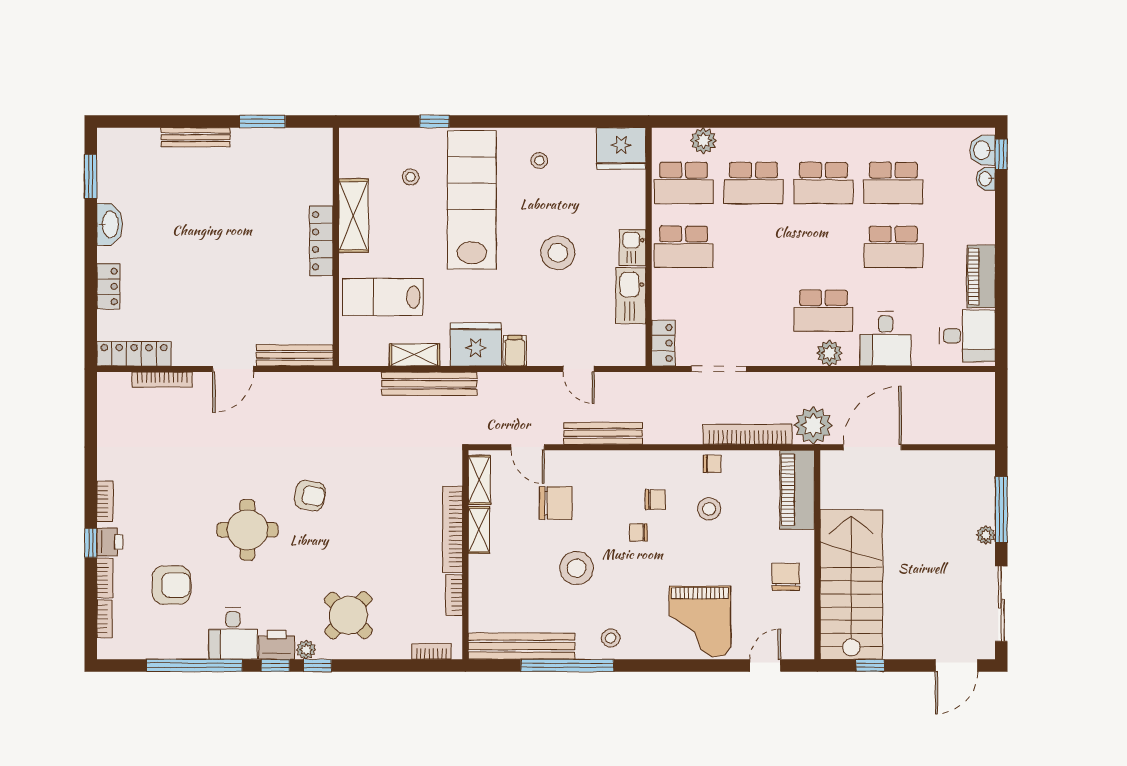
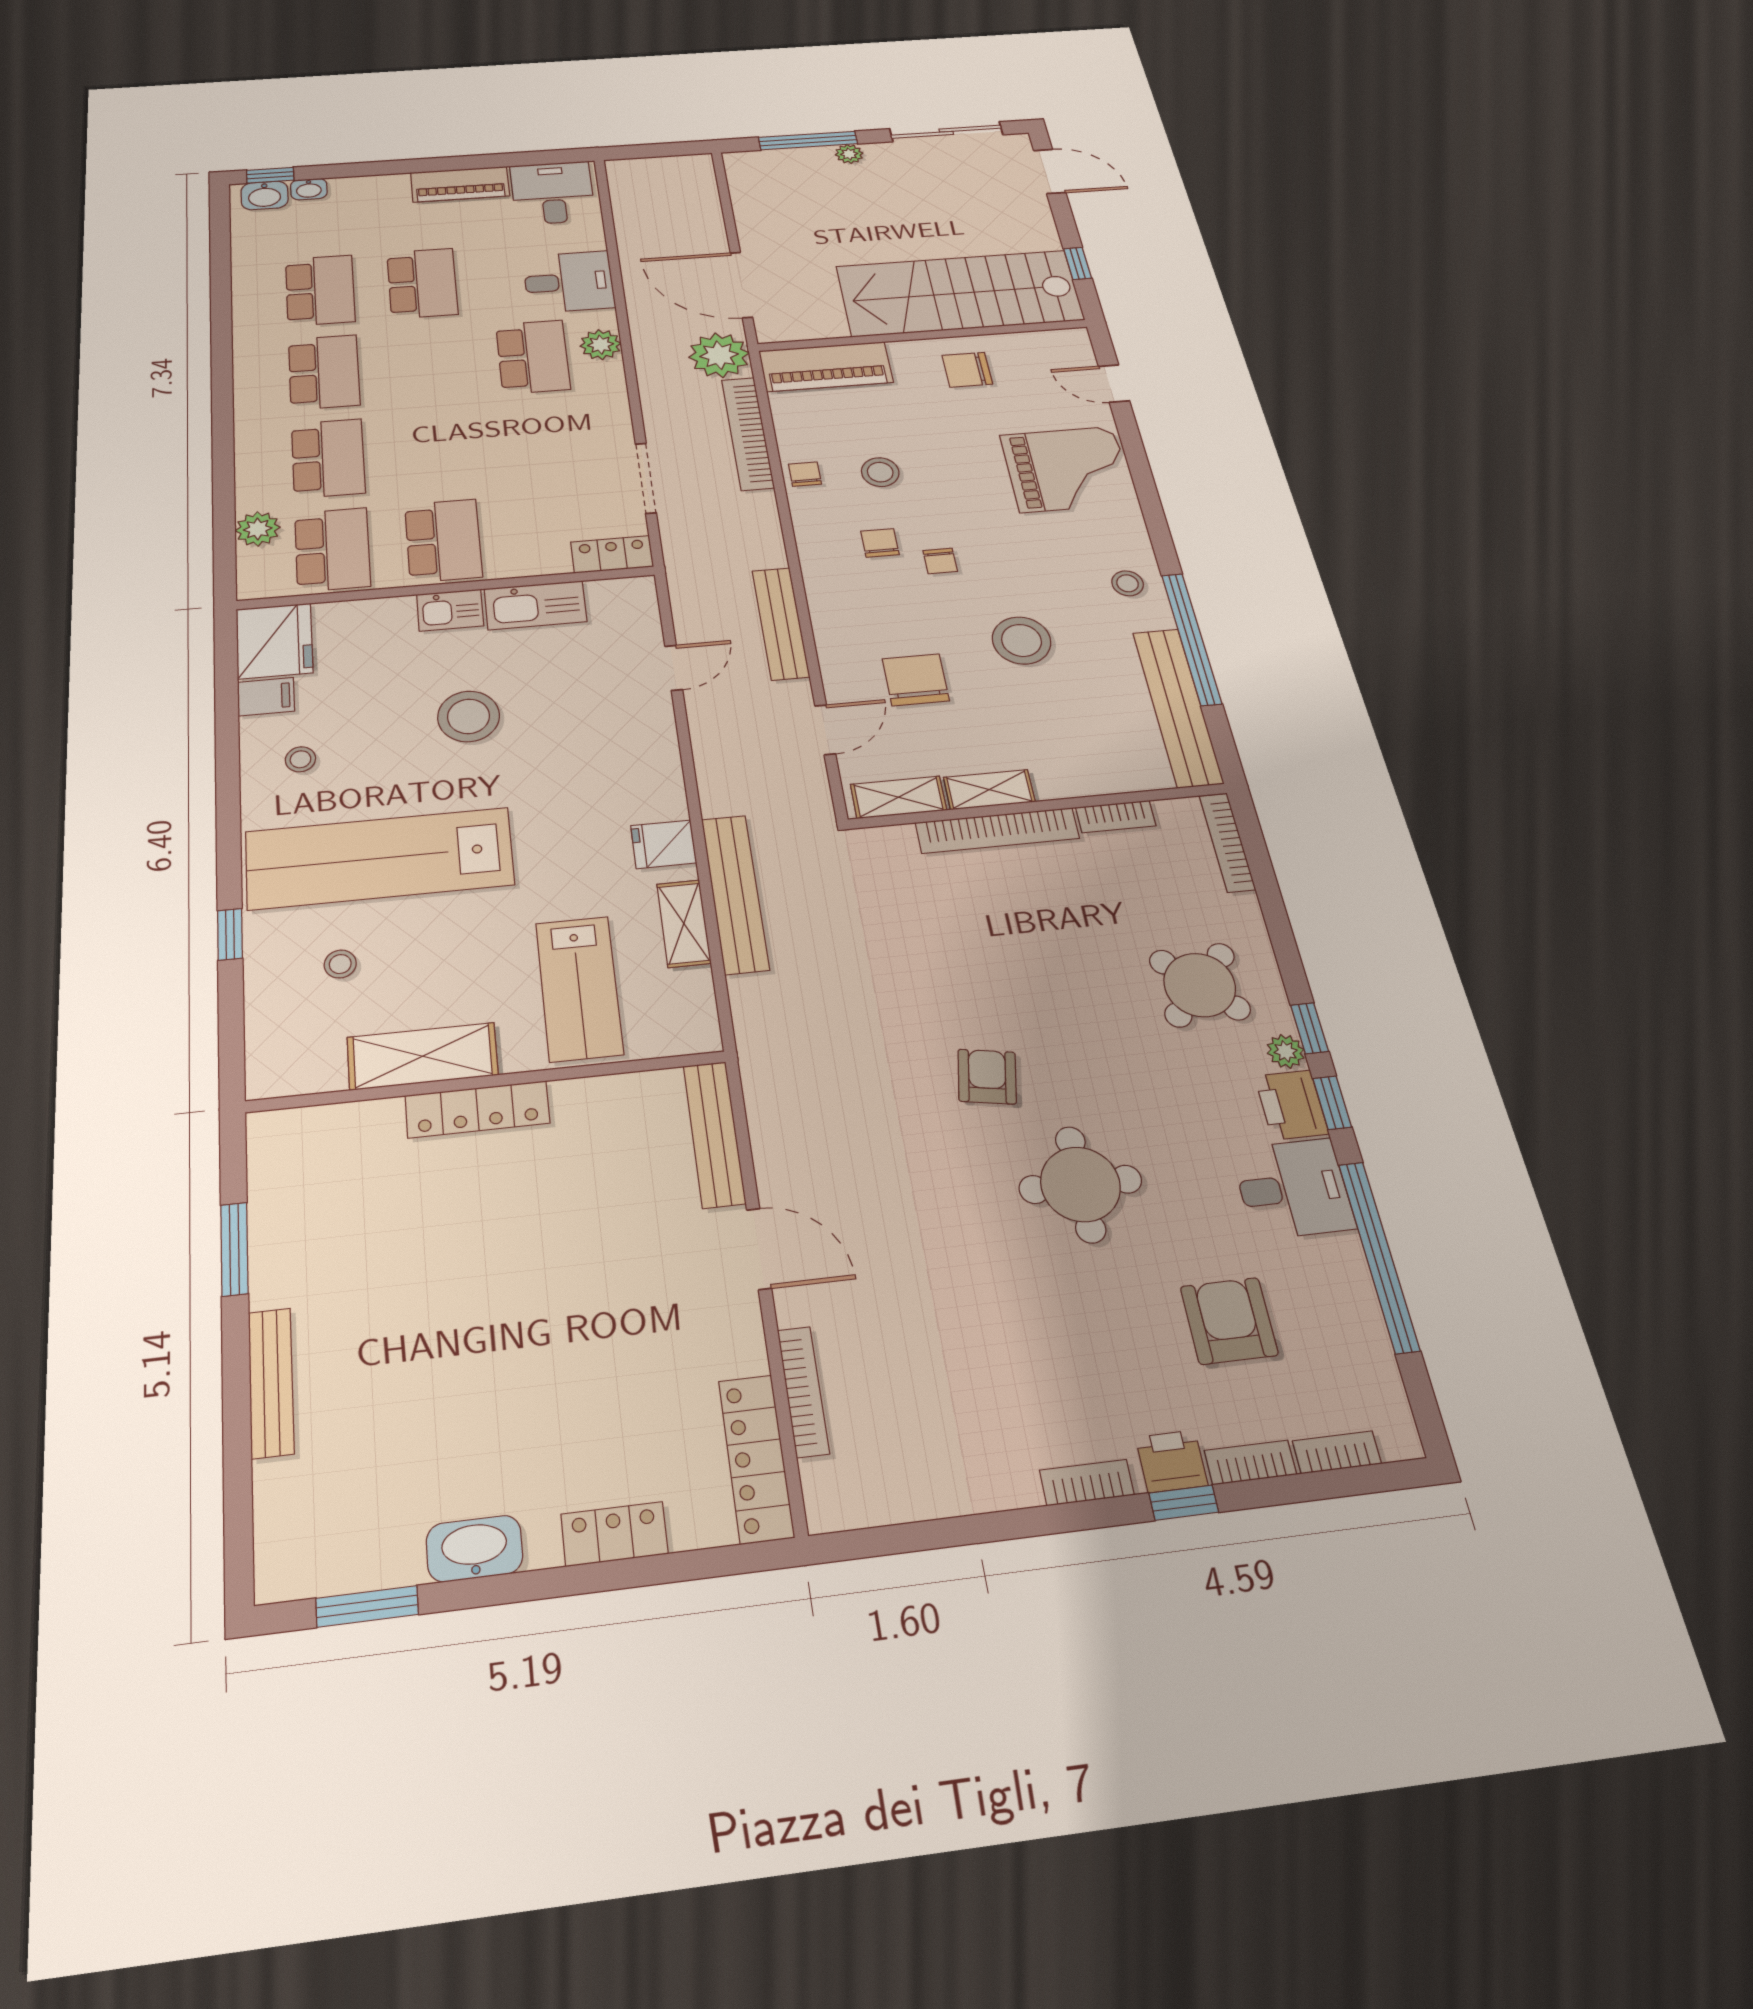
fridge: (476, 344) -> (664, 844), width x0.53, depth x0.75
filing cabinet: (515, 351) -> (266, 697), moved, turned 180
bookcase: (431, 651) -> (1227, 842), width x1.56

